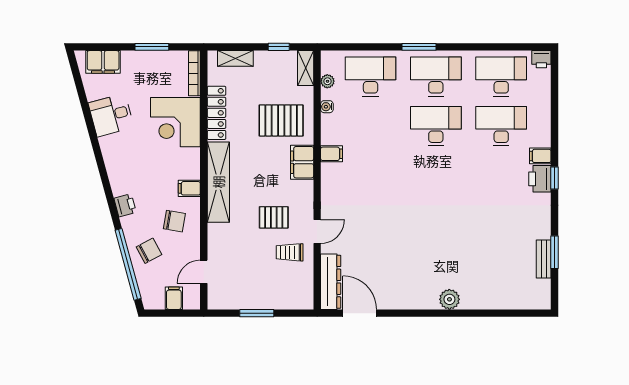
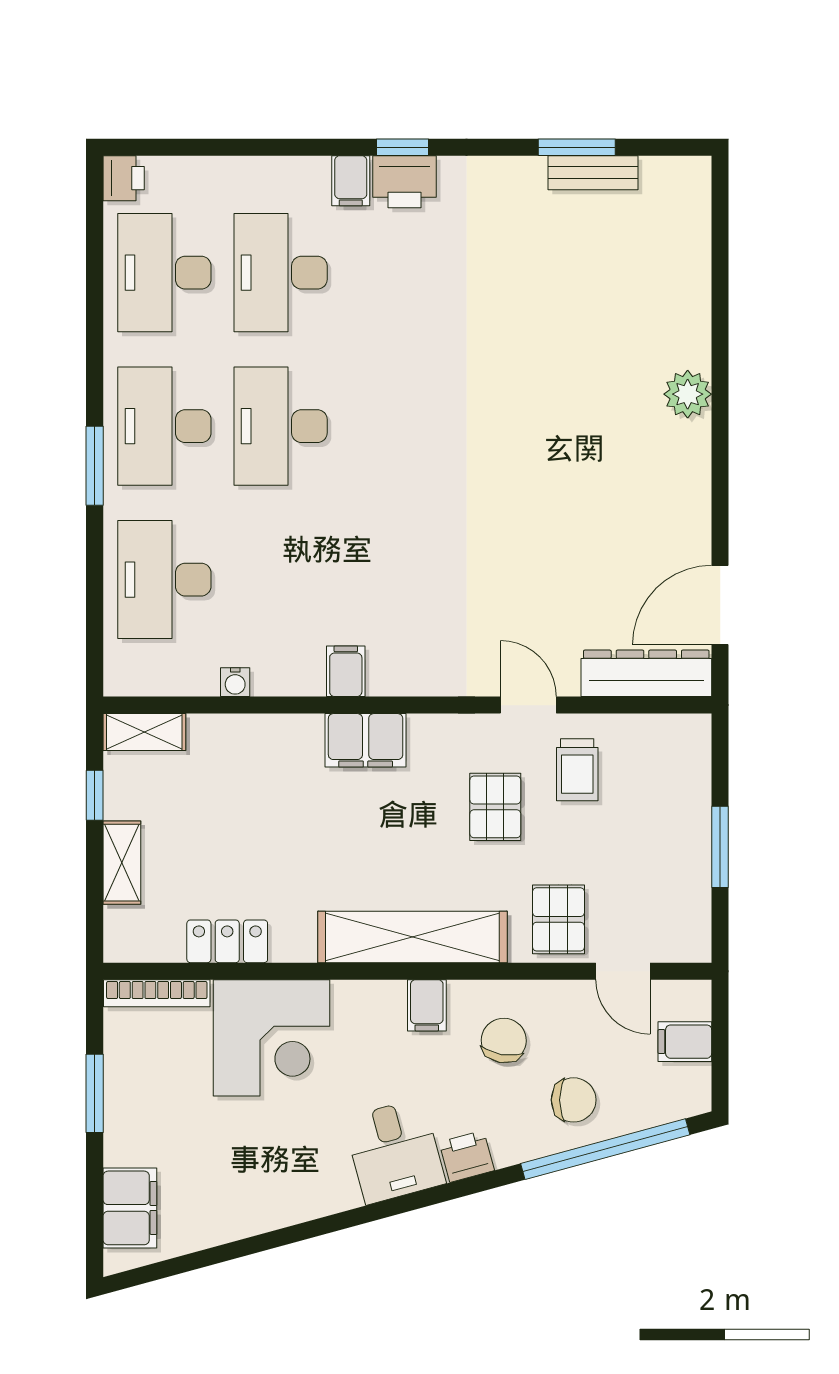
shelving: (235, 58) -> (122, 863), moved
plant: (327, 81) -> (175, 681), removed
locker: (217, 113) -> (227, 941), width x0.66
desk: (111, 115) -> (394, 1151), moved
pallet: (281, 120) -> (558, 919), moved, width x0.67, depth x0.71
chair: (149, 251) -> (574, 1100), turned 118

